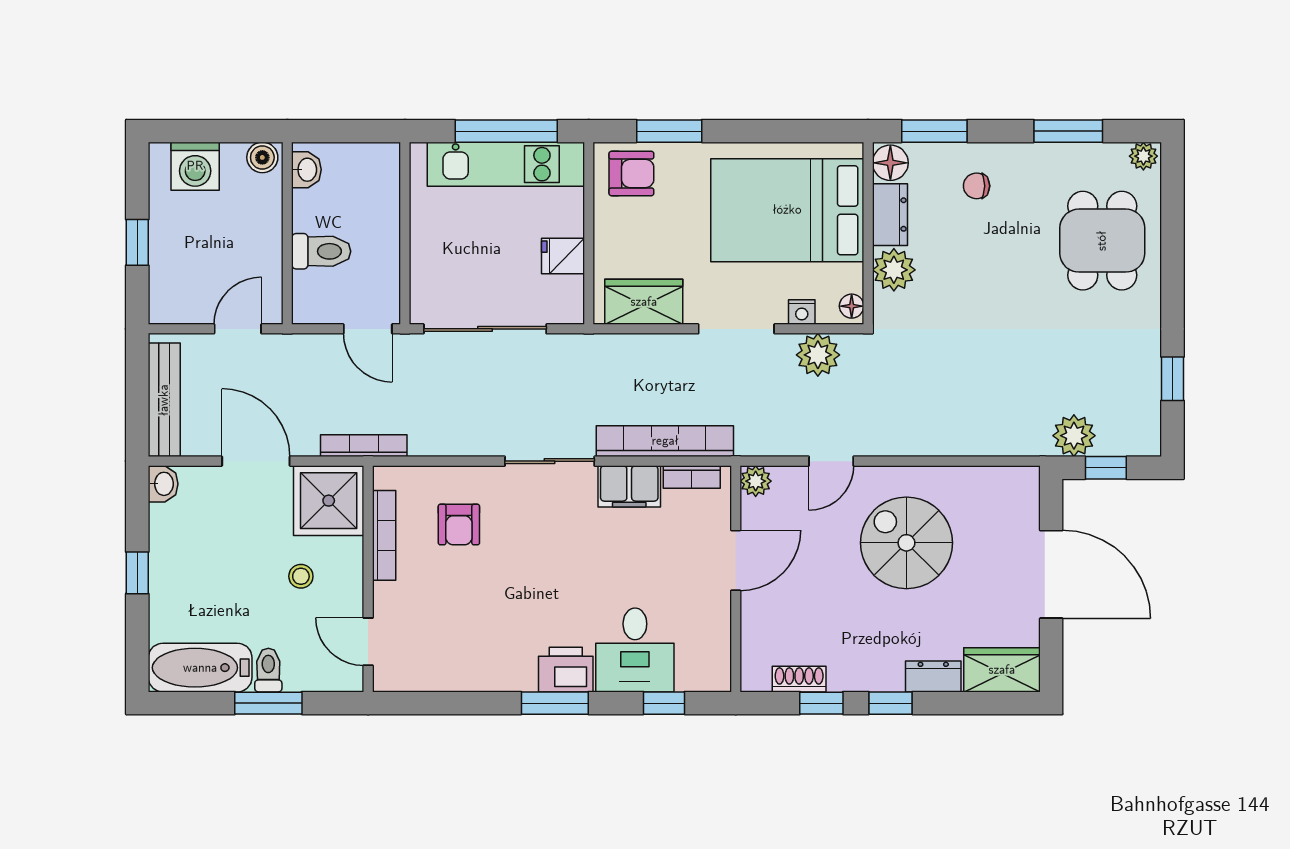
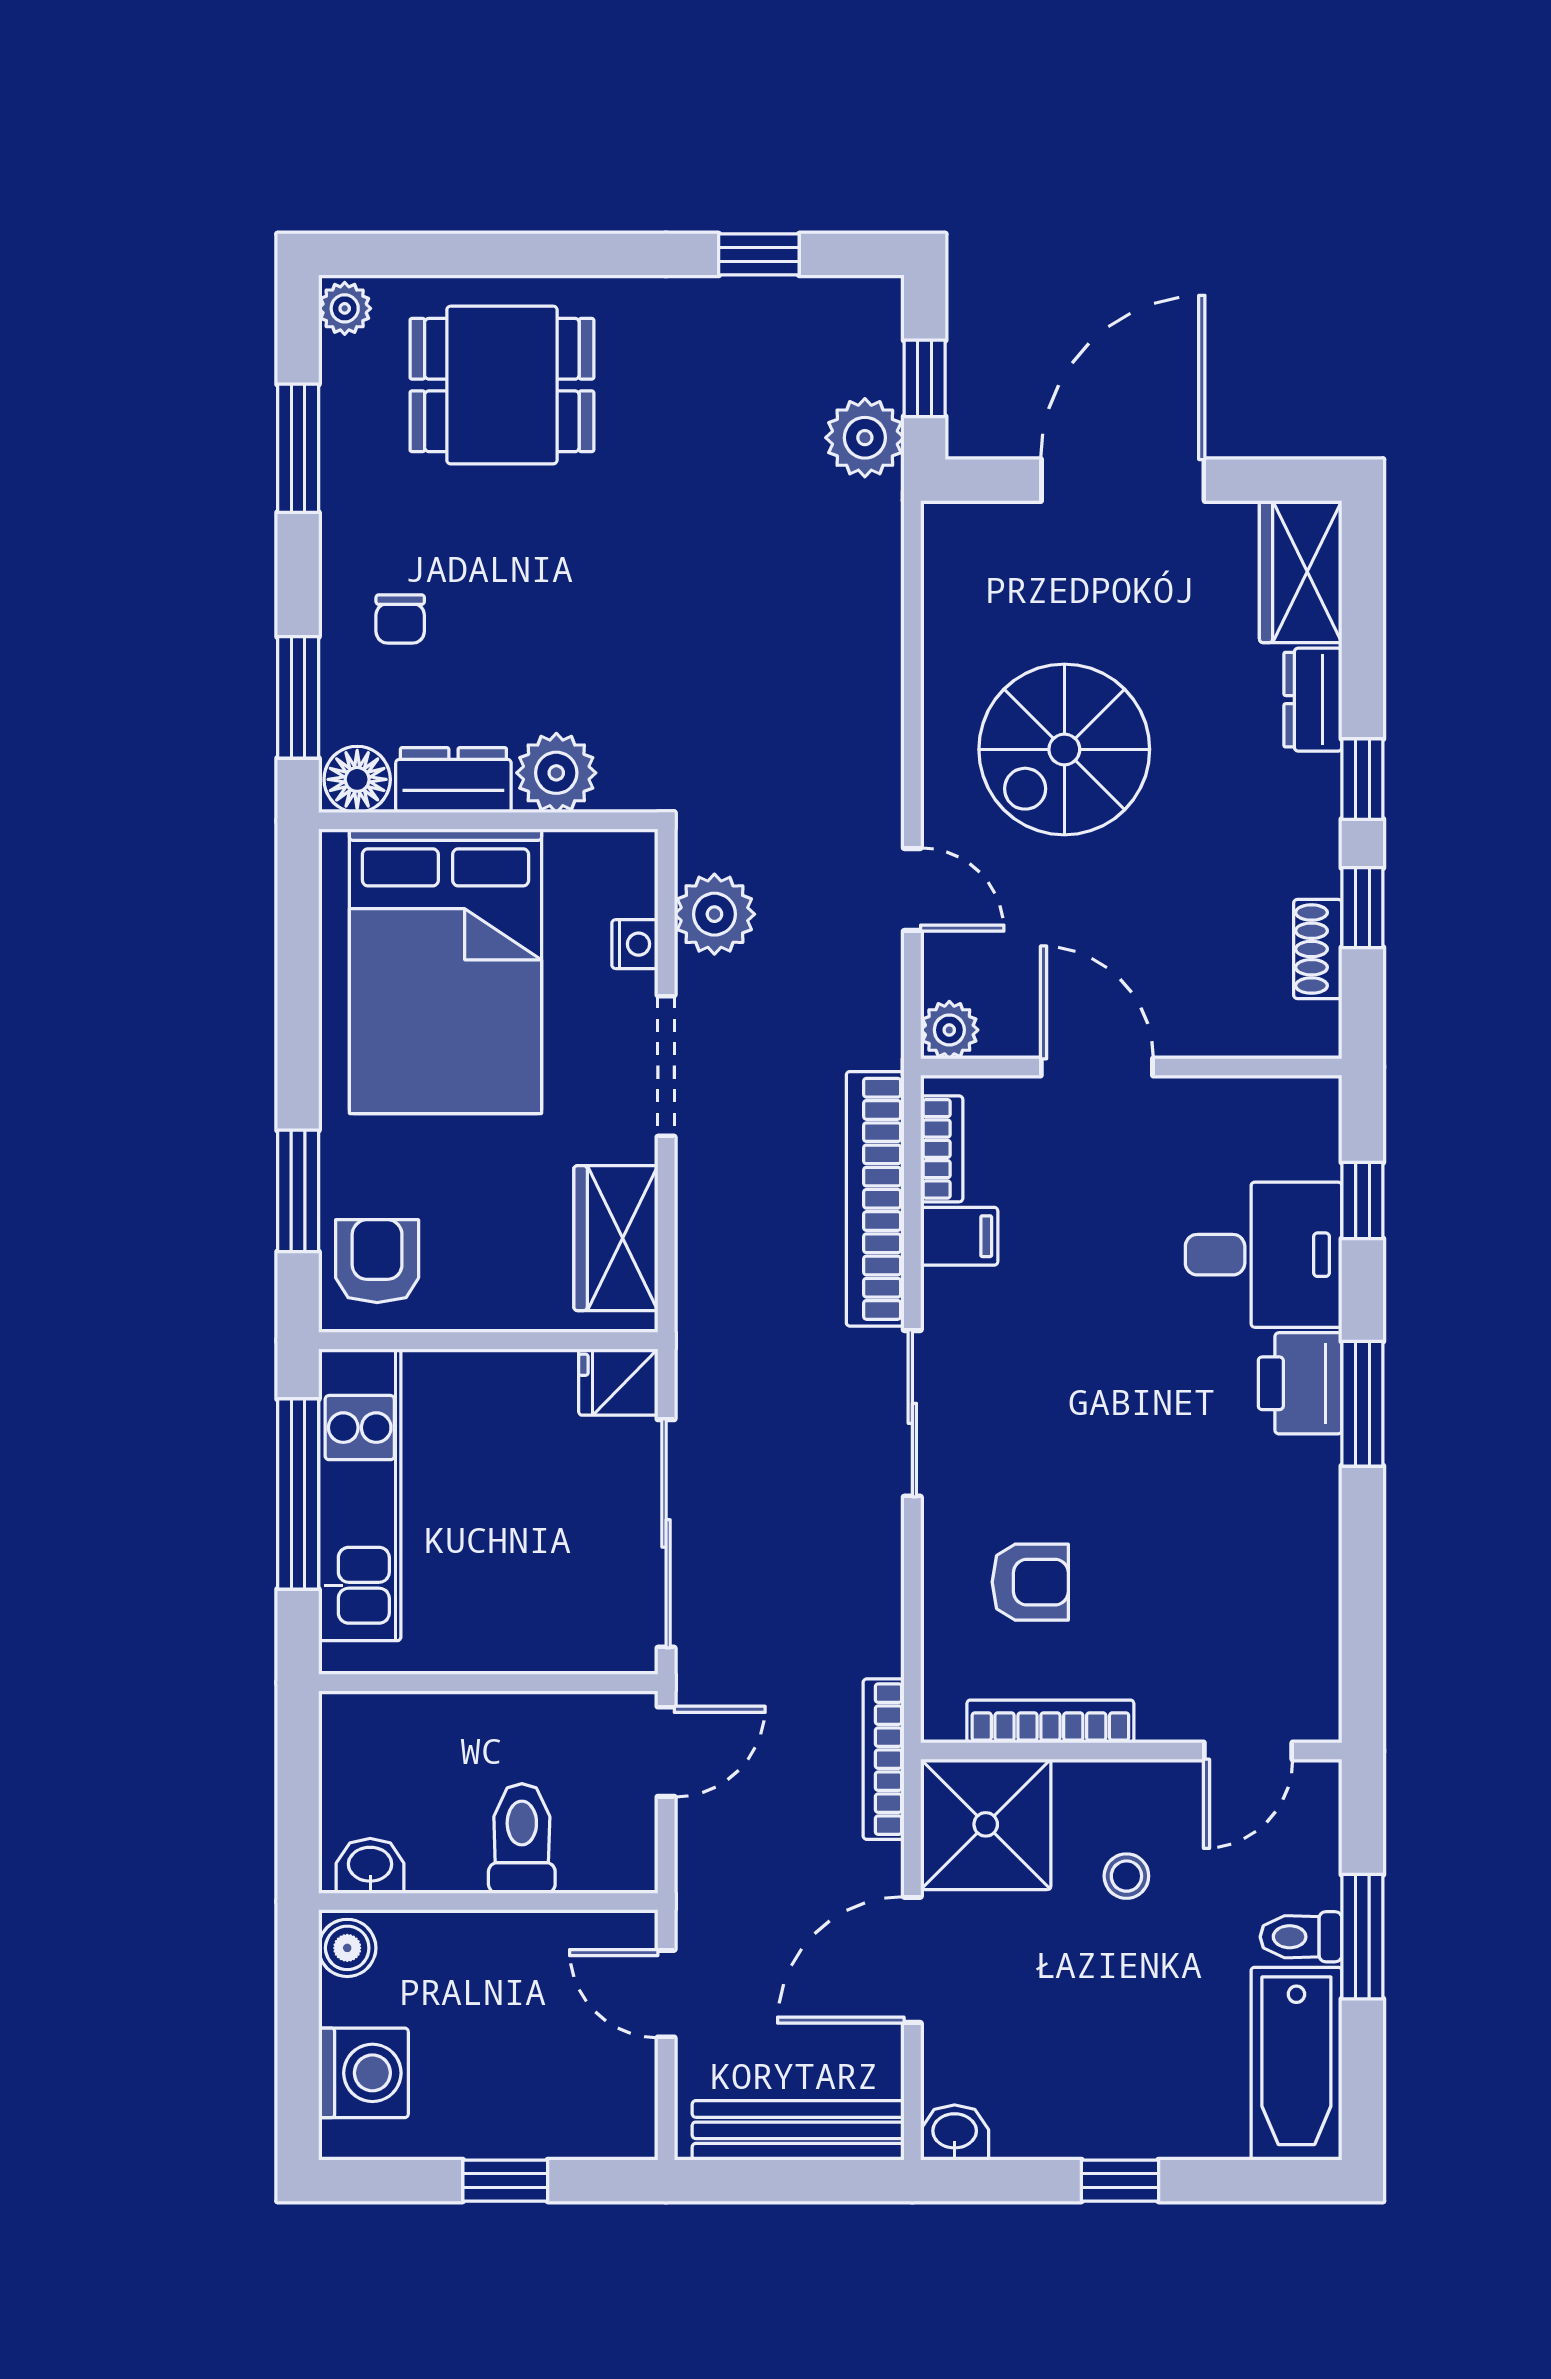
fridge: (563, 256) -> (618, 1382), moved, turned 90
floor lamp: (852, 306) -> (624, 851), removed
filing cabinet: (629, 486) -> (959, 1236), width x0.50

